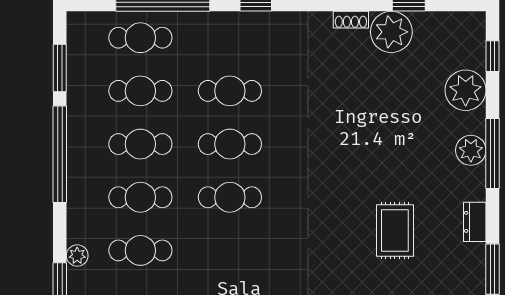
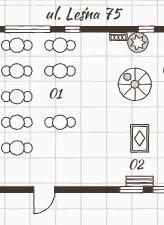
spiral stairs: (385, 119) -> (135, 84), added
cafe table: (230, 144) -> (60, 45), moved

